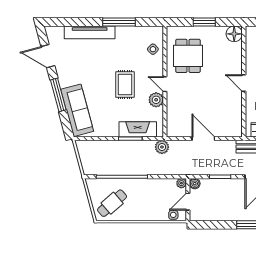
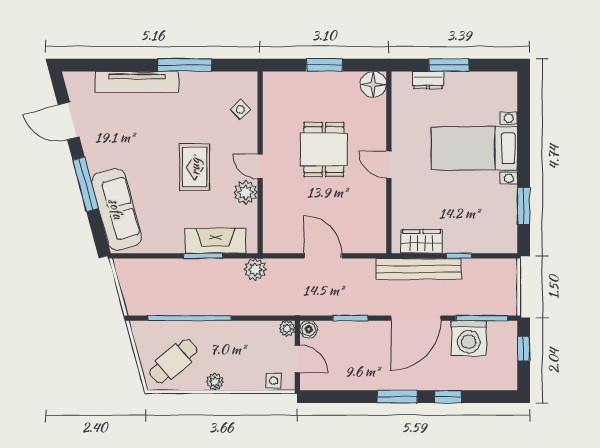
dining table: (188, 56) -> (324, 150), moved
door: (188, 202) -> (297, 359), swing flipped
plant: (137, 216) -> (215, 382), added

